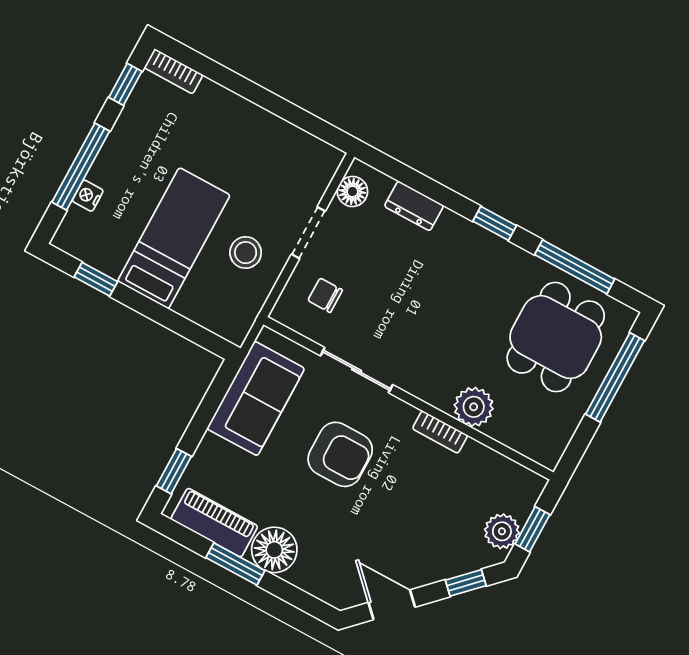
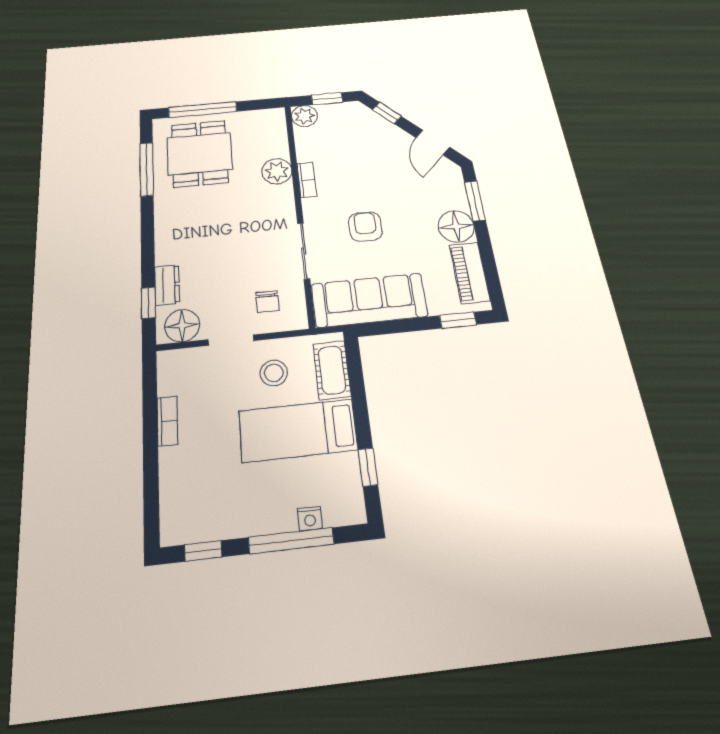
bookcase: (174, 71) -> (167, 421), moved
floor lamp: (352, 191) -> (182, 326), width x1.38, depth x1.38
window: (495, 223) -> (149, 303), moved
cot: (210, 310) -> (332, 370), added
dining table: (556, 337) -> (200, 154), turned 90
sofa: (256, 398) -> (369, 300), width x1.36
armchair: (340, 454) -> (365, 227), width x0.72, depth x0.72
plant: (502, 531) -> (304, 116), moved
window: (235, 564) -> (475, 201), moved

